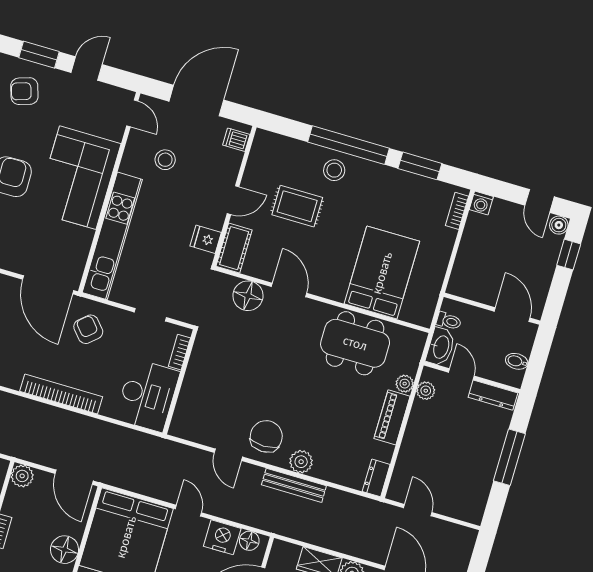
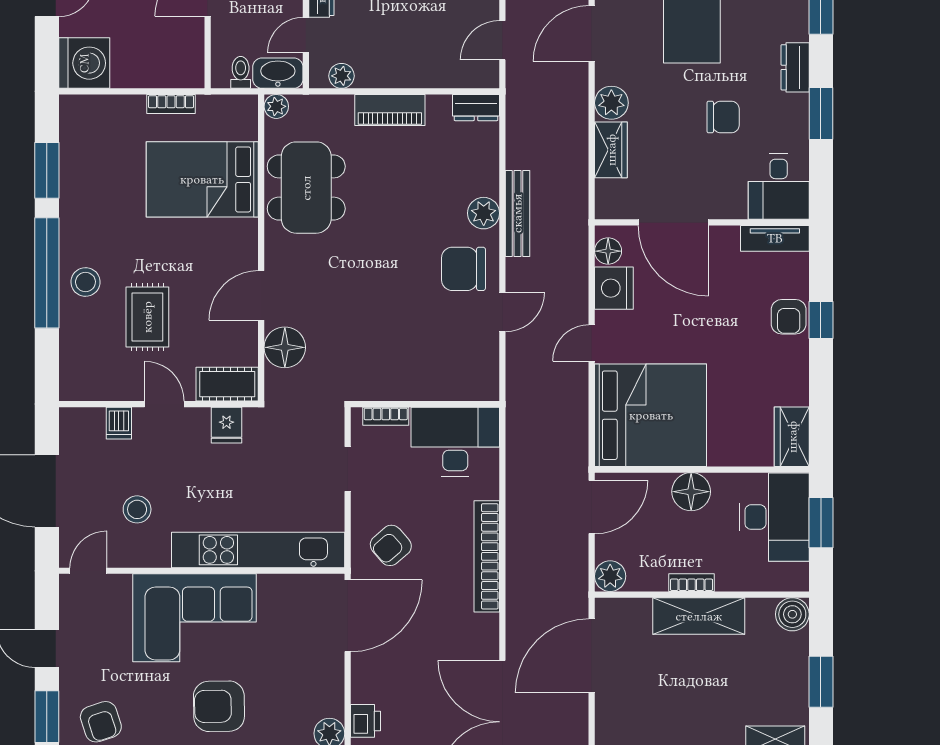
dishwasher: (236, 140) -> (119, 423), moved
washing machine: (481, 203) -> (84, 63), width x1.89, depth x1.89
bookcase: (457, 211) -> (171, 104), moved
plant: (405, 384) -> (276, 106), moved

